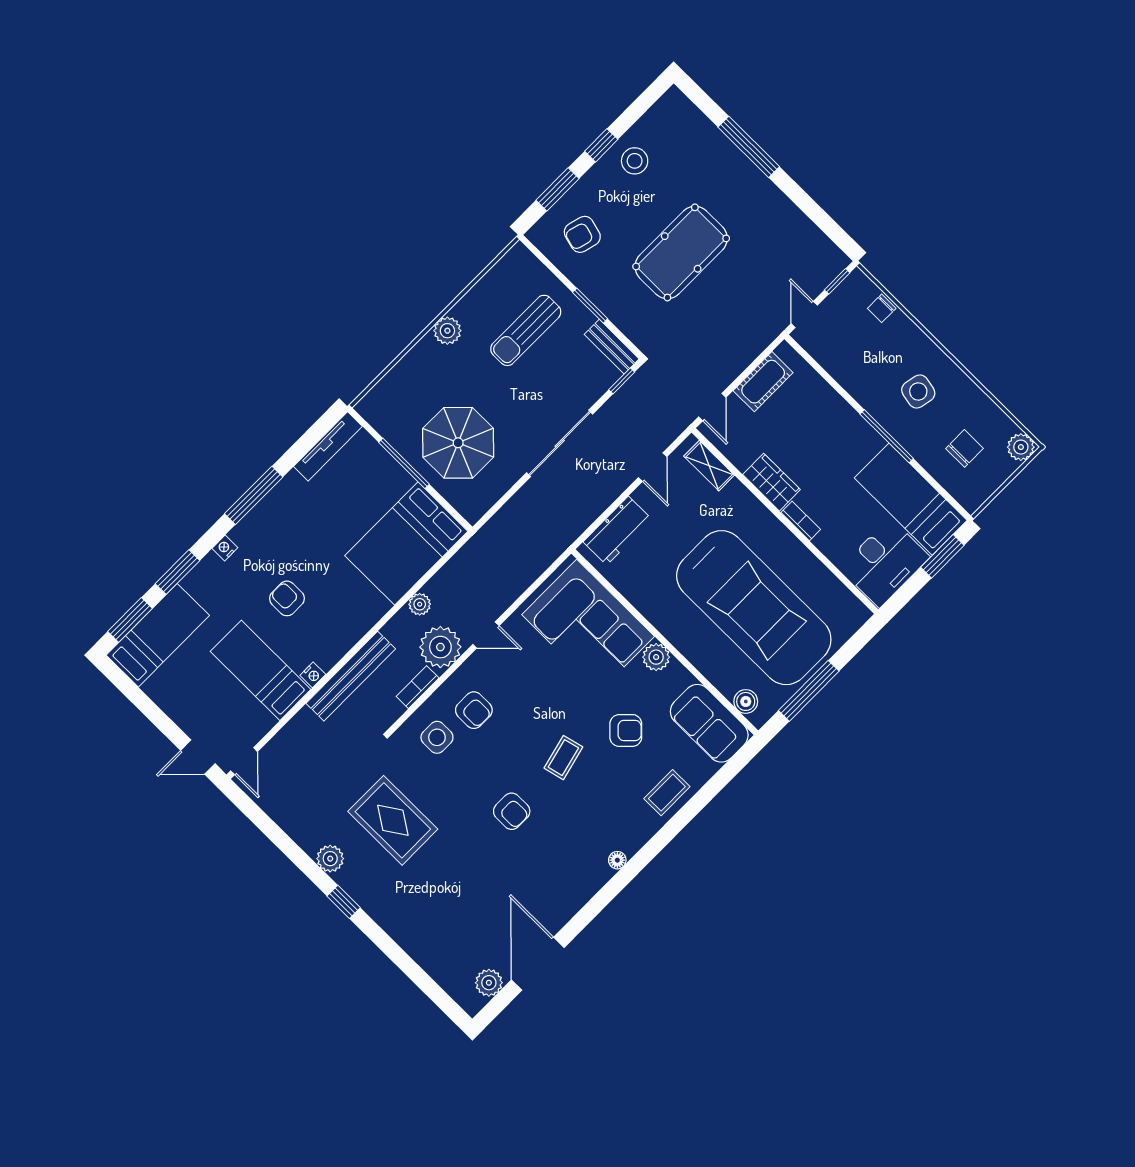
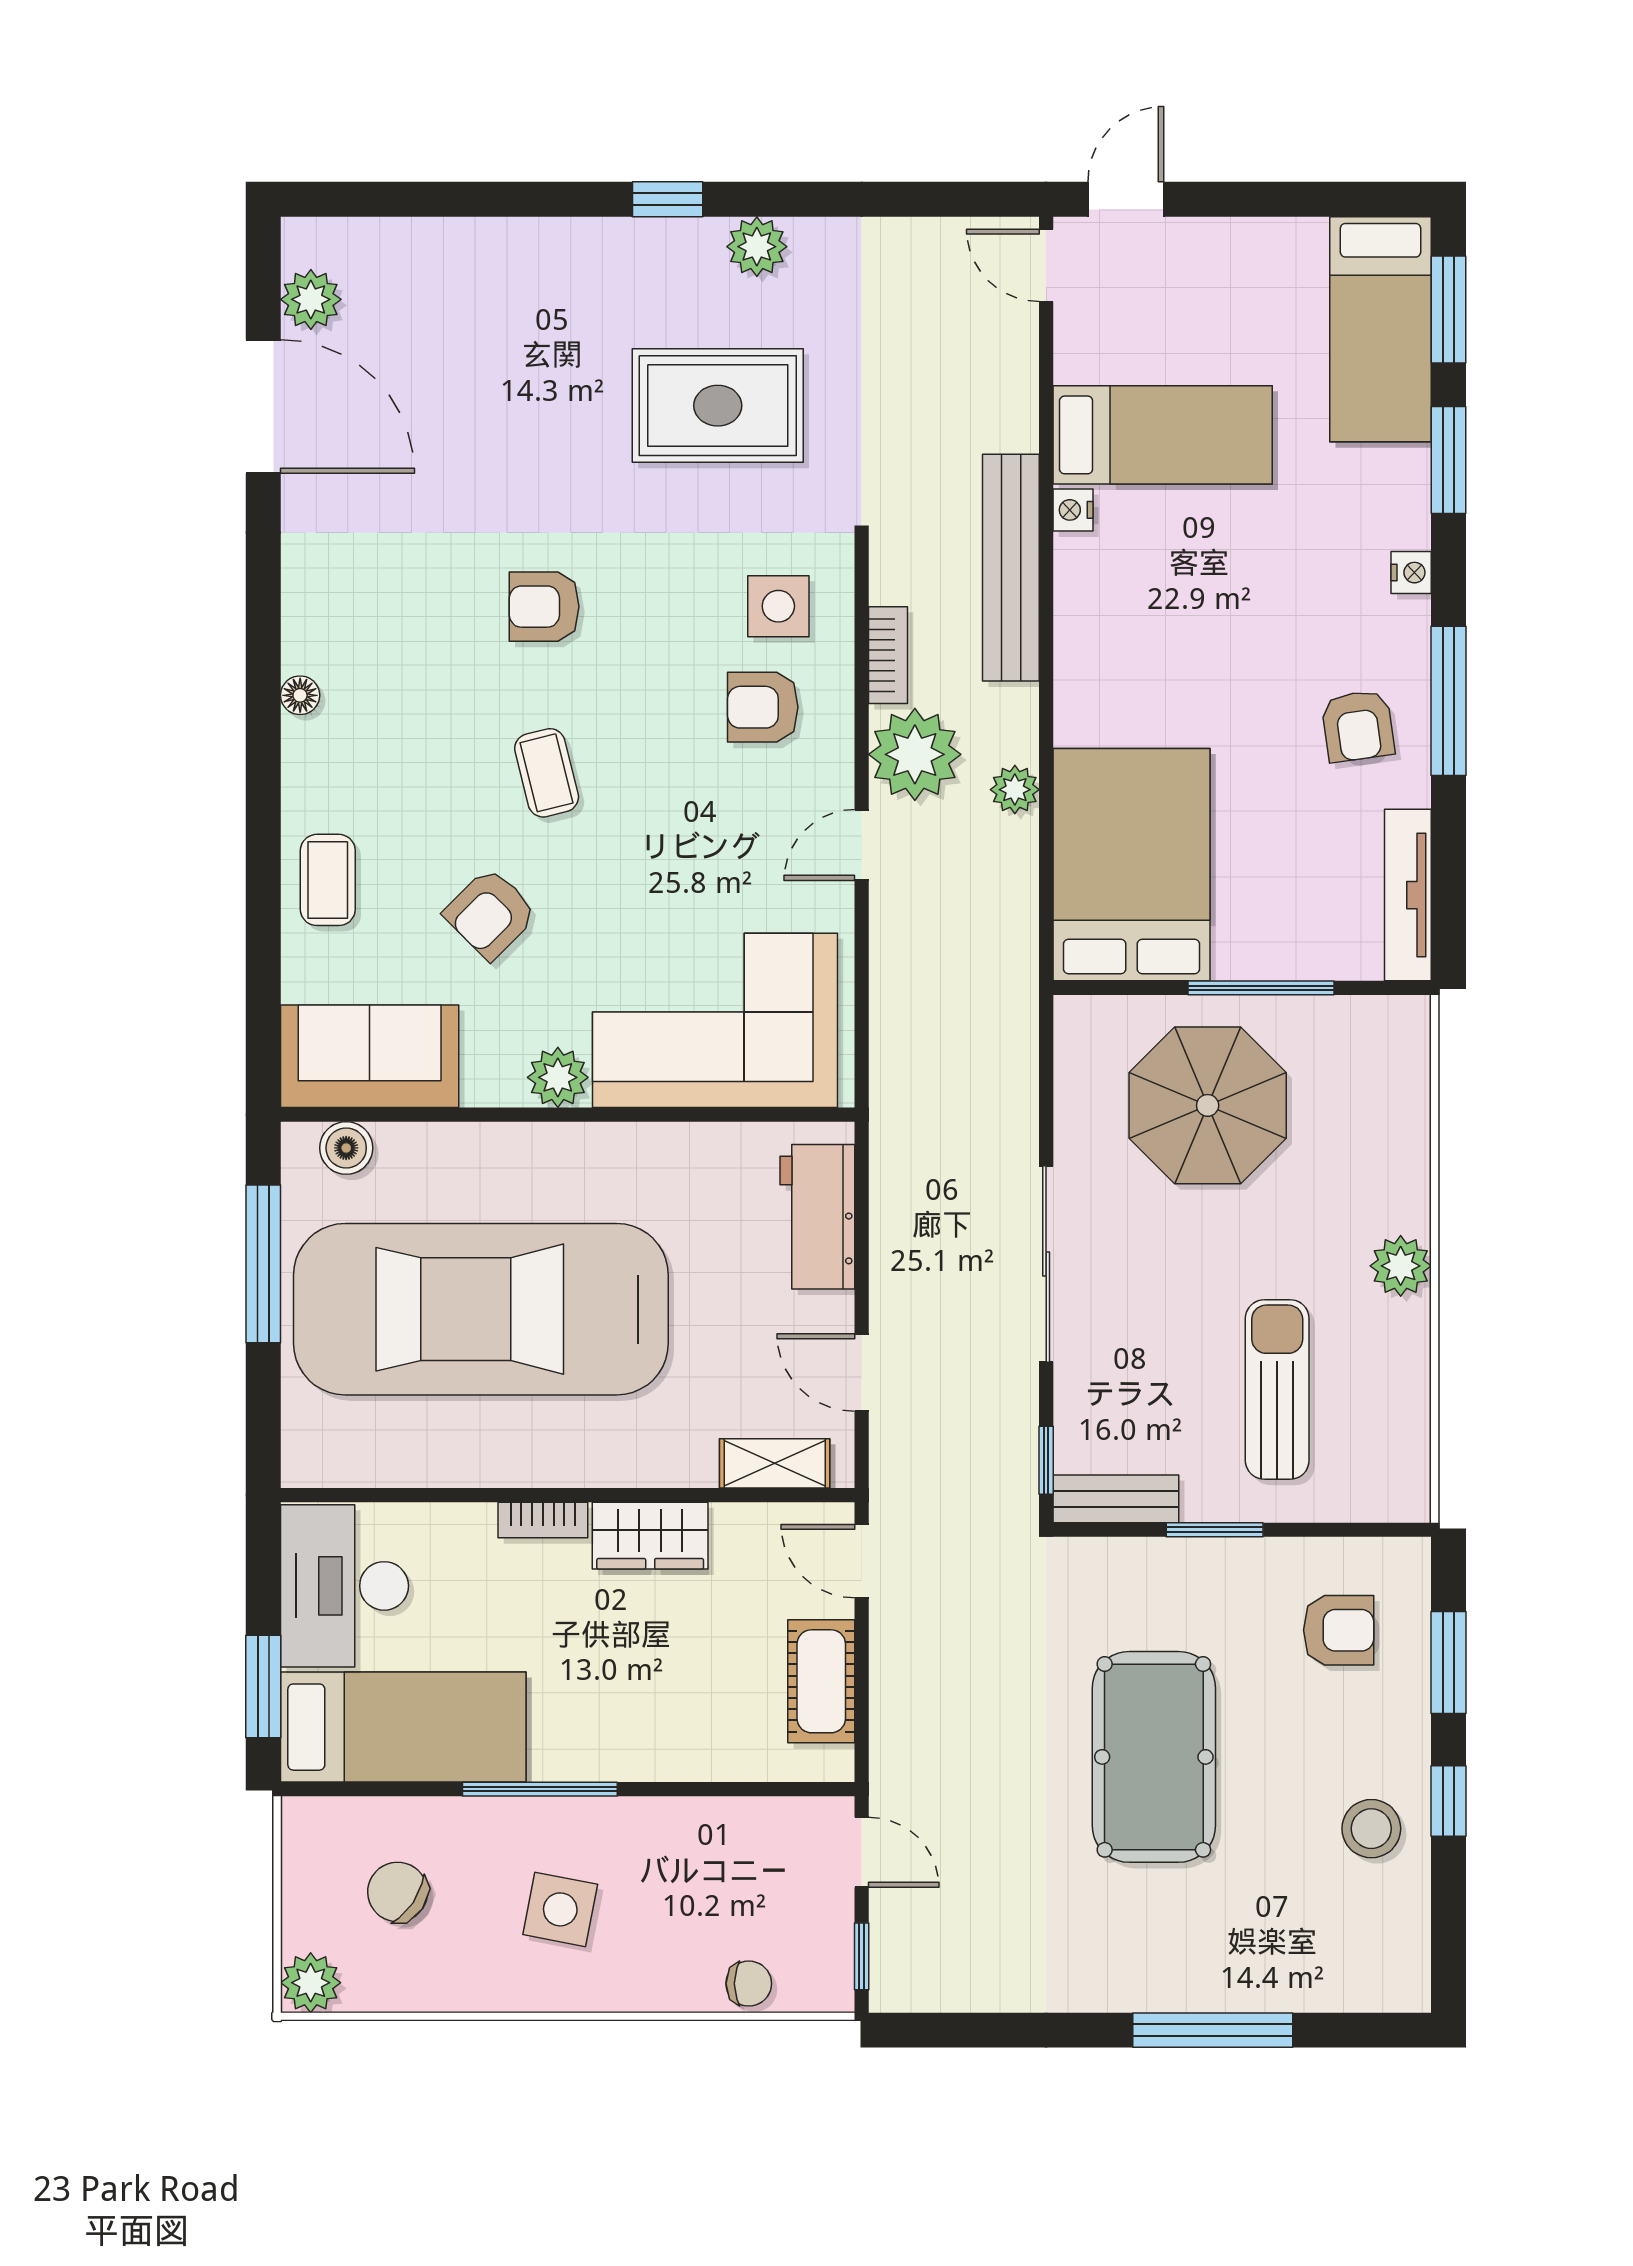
armchair: (582, 234) -> (1339, 1630), turned 75
chair: (882, 308) -> (749, 1984), turned 90
chair: (965, 448) -> (398, 1892), turned 124
armchair: (287, 598) -> (1358, 726), moved, turned 82

